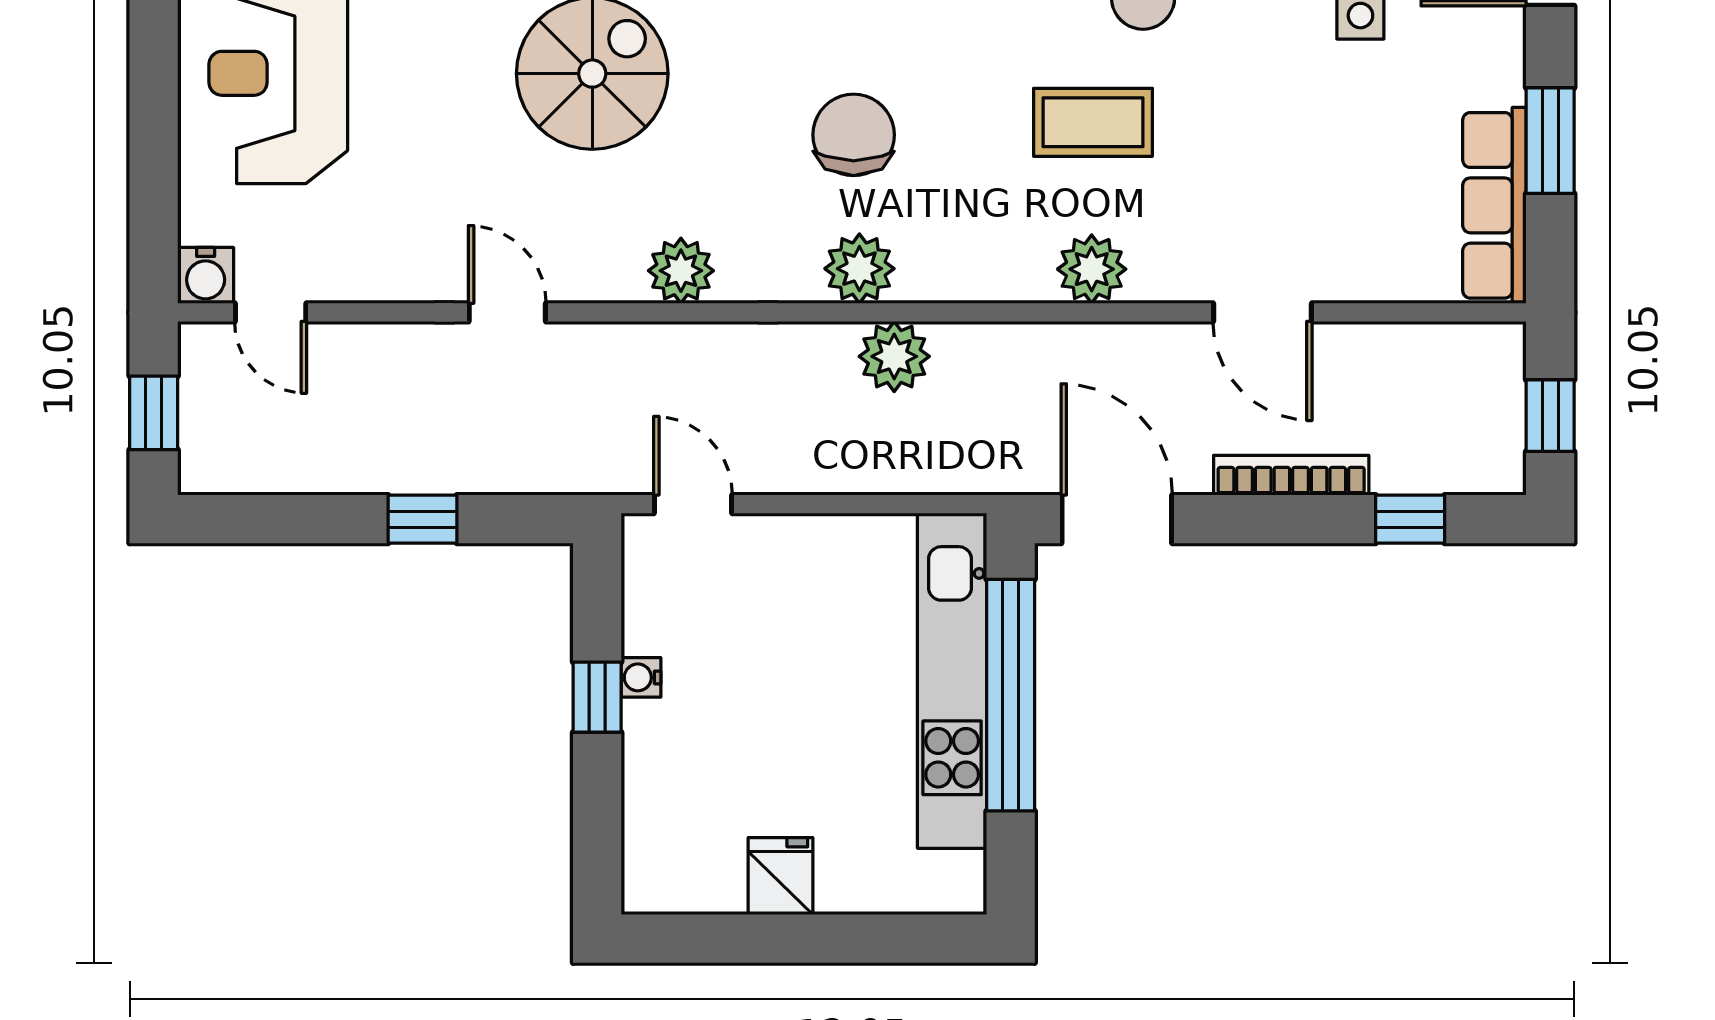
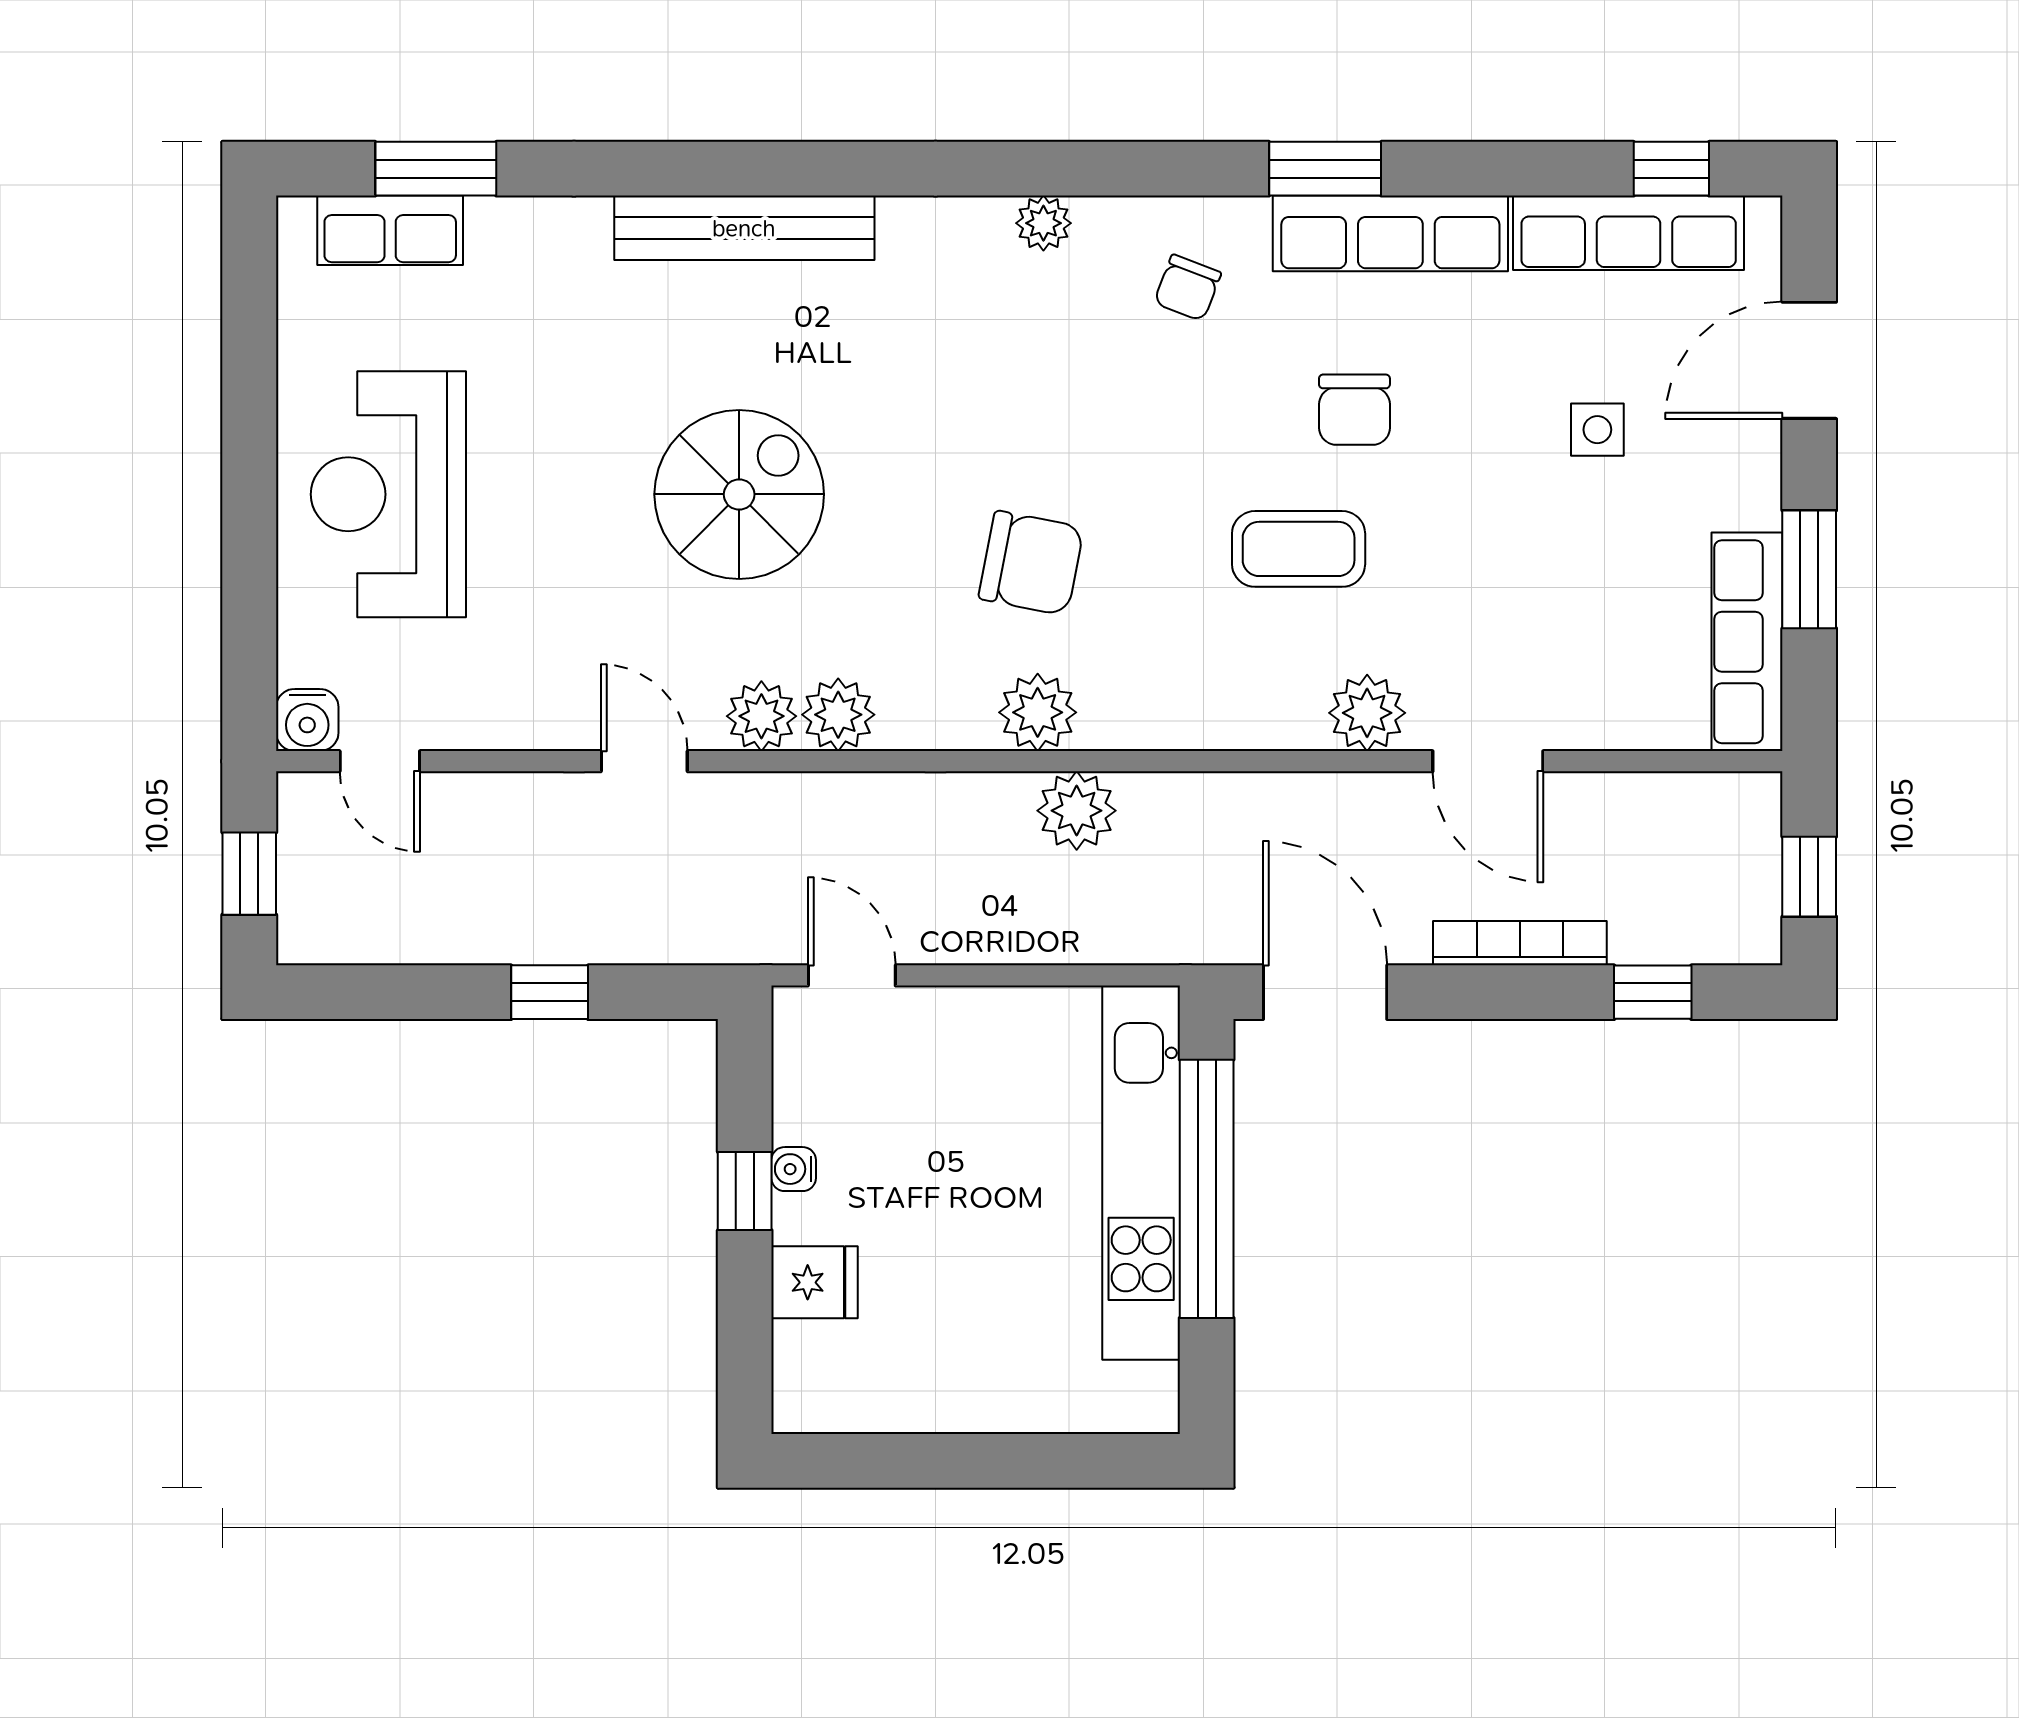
chair: (854, 135) -> (1031, 563), turned 101
plant: (1092, 269) -> (1367, 713), moved
plant: (612, 272) -> (761, 716), added
fridge: (781, 876) -> (815, 1282), moved, turned 90

